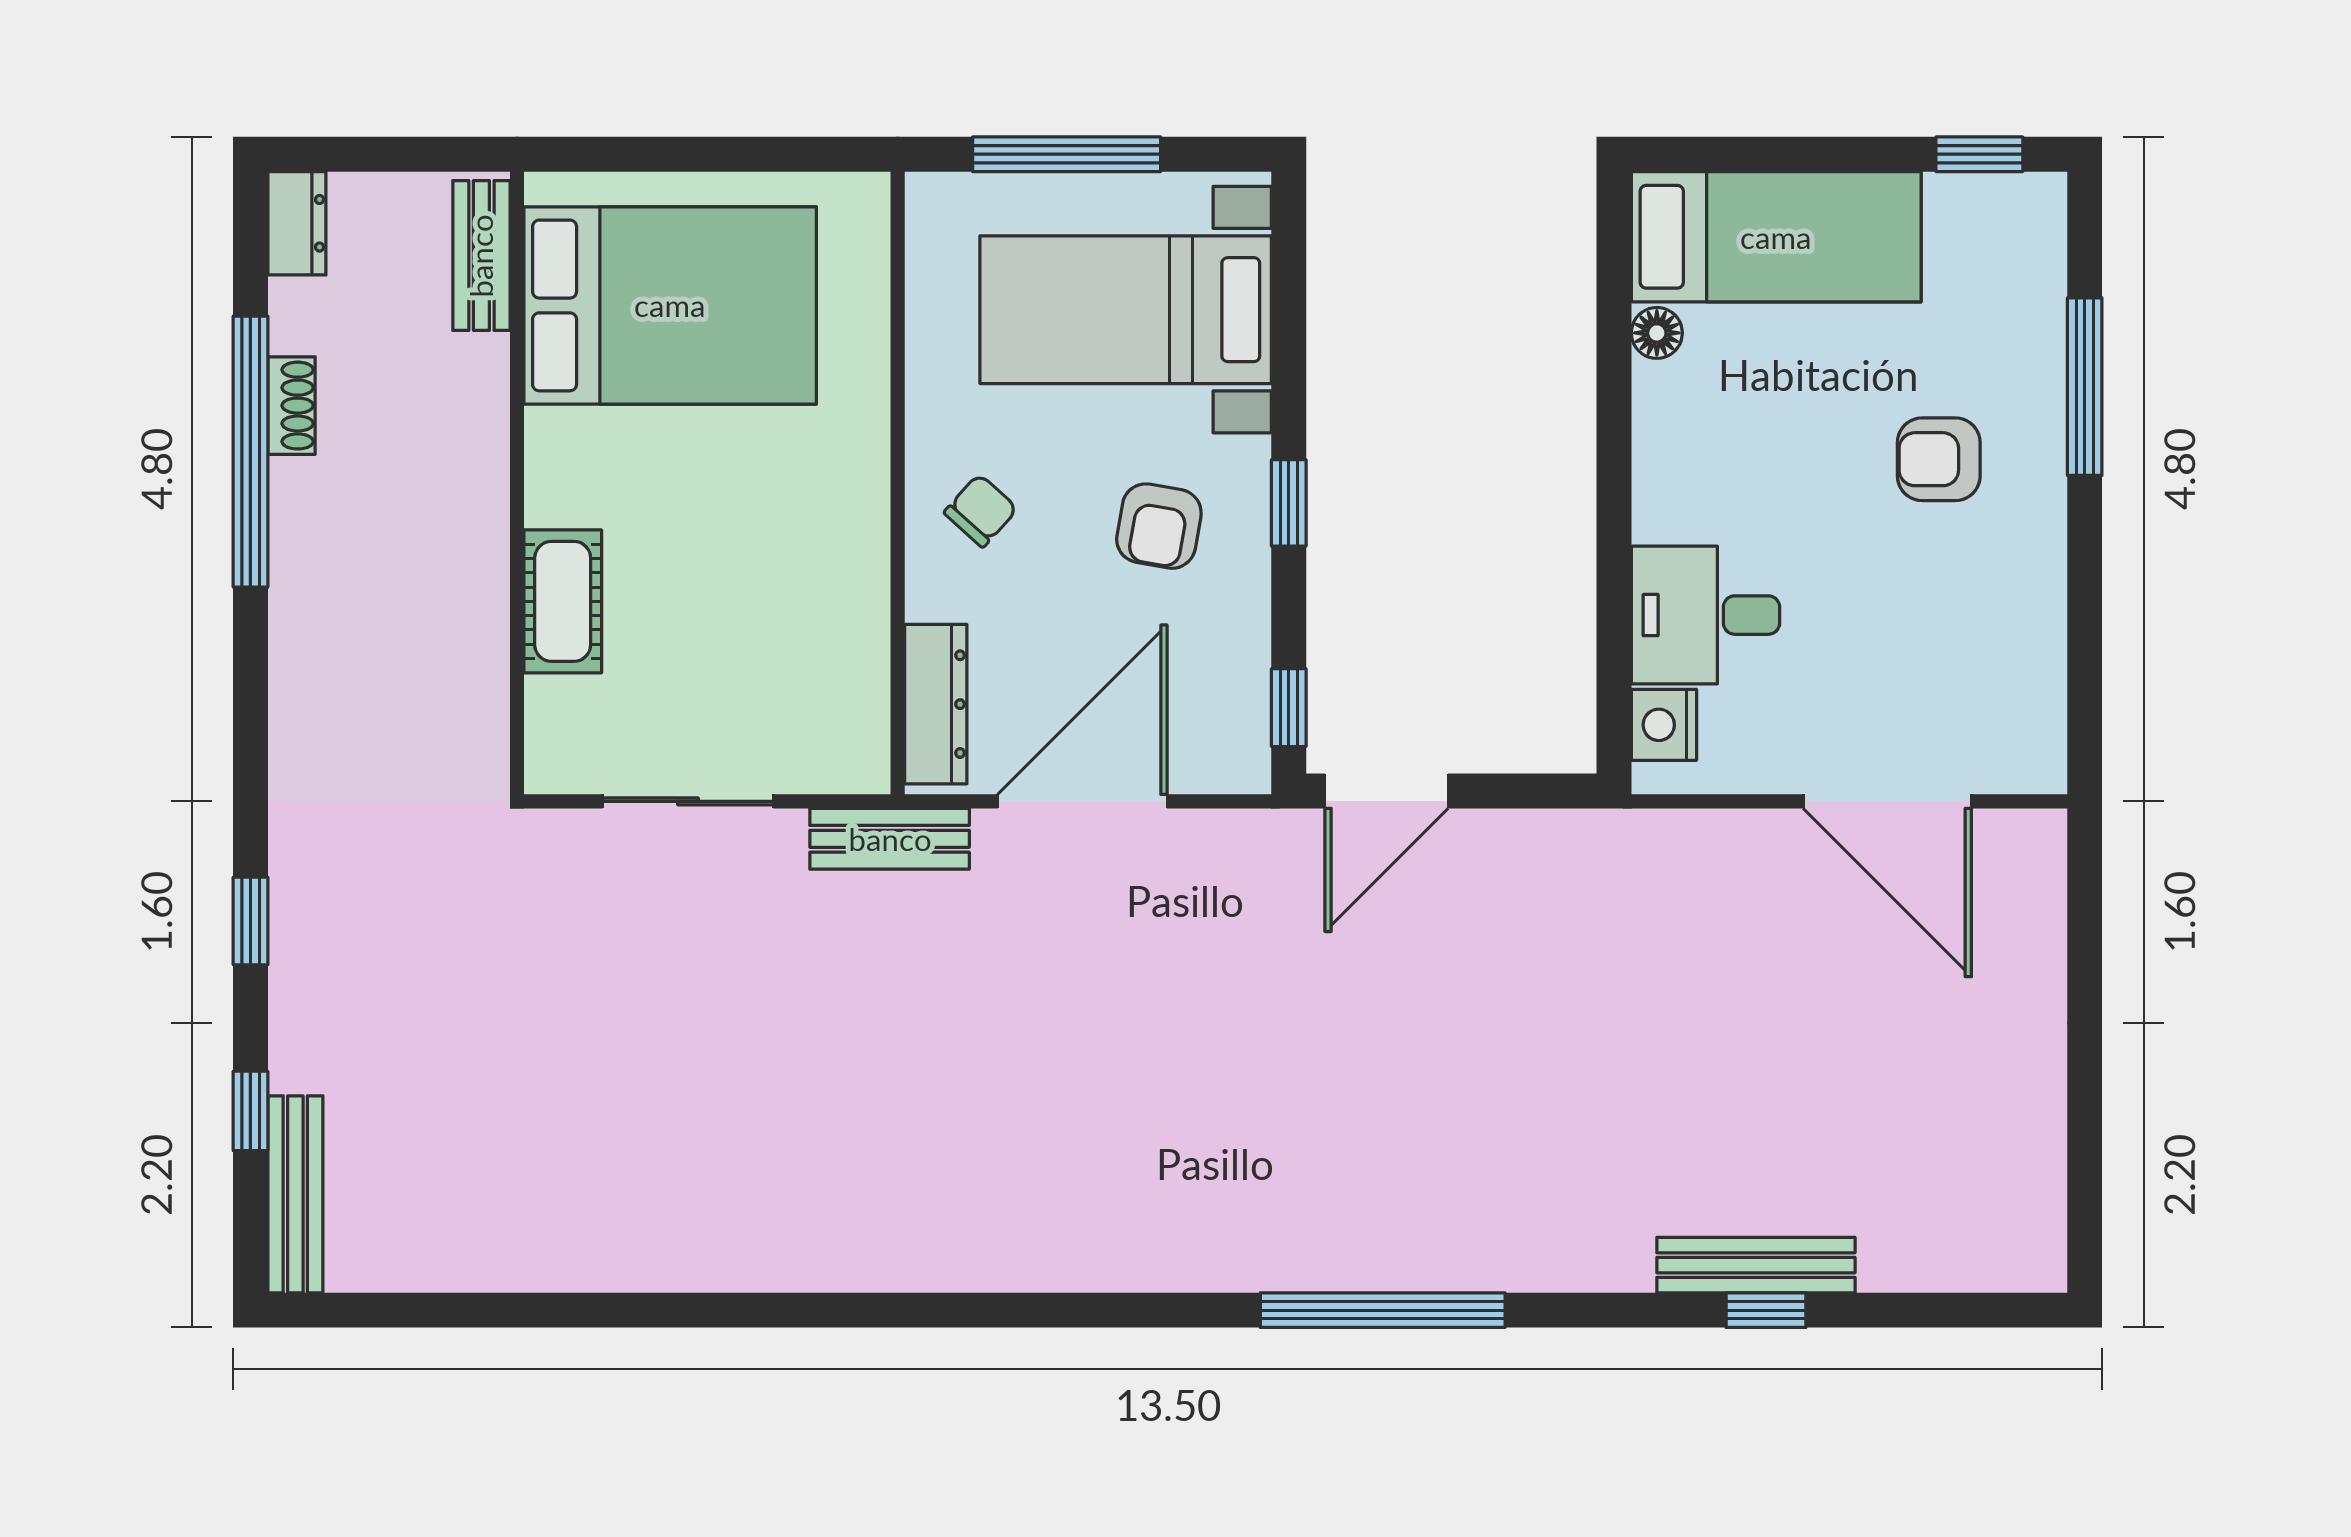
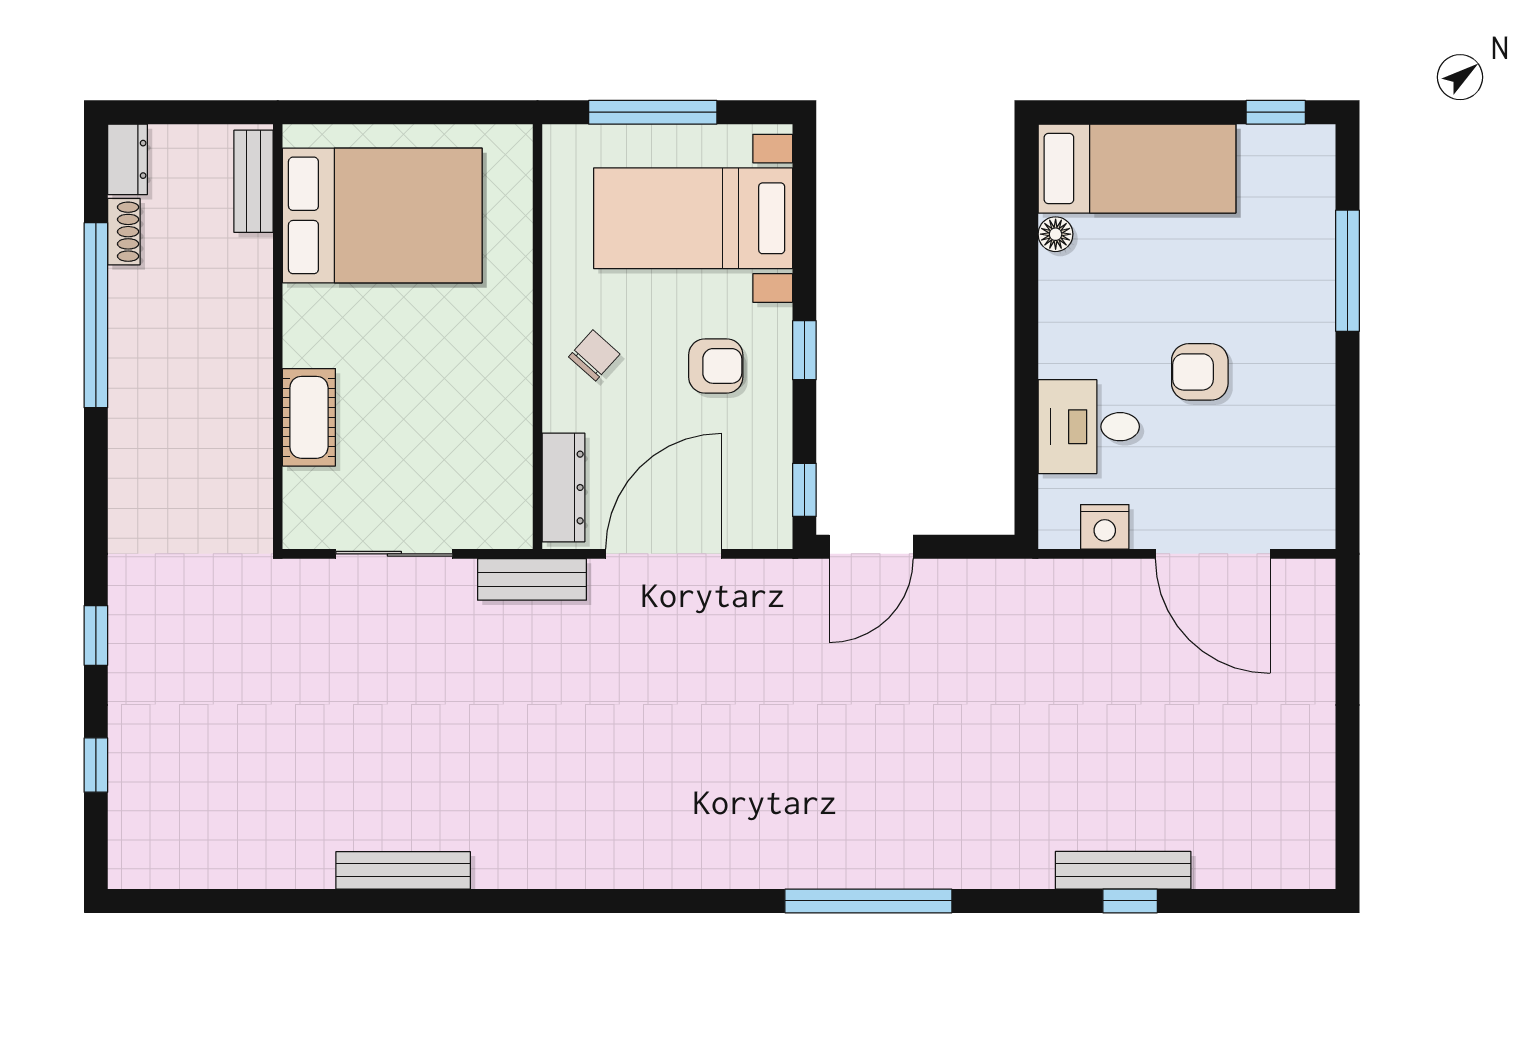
shoe rack: (291, 406) -> (124, 232), moved
armchair: (1939, 459) -> (1200, 372), moved
armchair: (1159, 526) -> (716, 366), turned -100
nightstand: (1664, 725) -> (1105, 527), moved, turned -90
bench: (295, 1194) -> (403, 870), moved, turned 90

